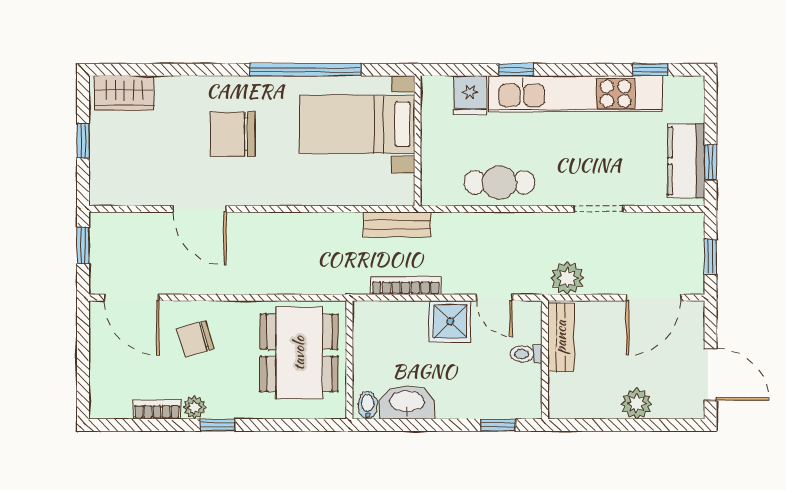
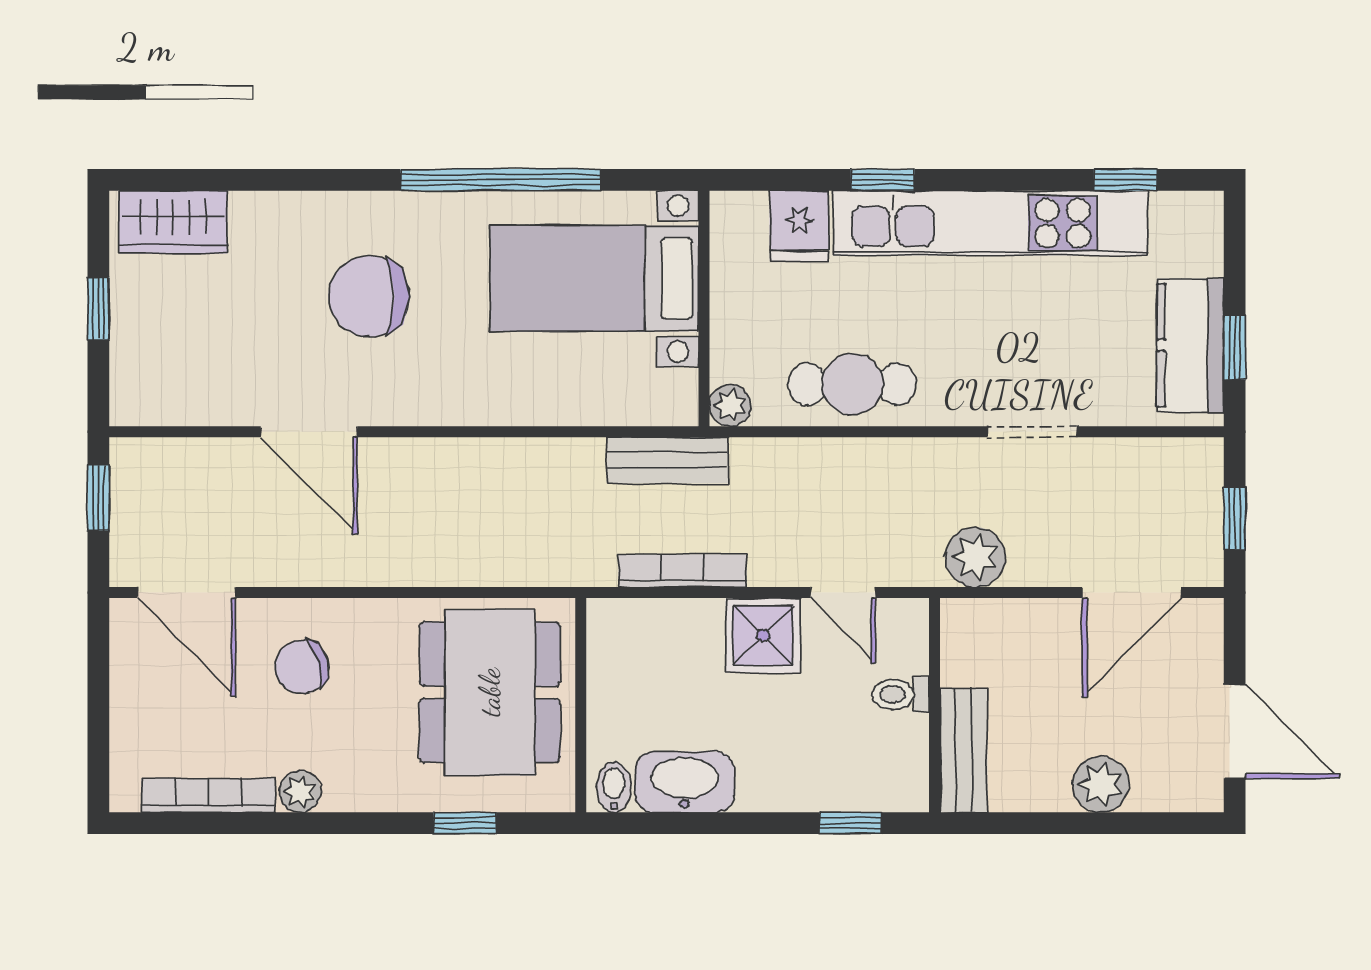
plant: (432, 194) -> (730, 406), added
bench: (561, 337) -> (964, 750), moved
bookcase: (157, 410) -> (208, 795), width x1.56
window: (218, 425) -> (465, 823), moved

